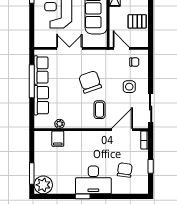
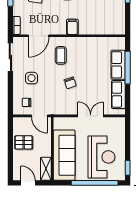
double door: (69, 48) -> (91, 116), swing flipped
window: (32, 81) -> (128, 68), moved
chair: (90, 82) -> (70, 83), width x0.54, depth x0.54
plant: (60, 124) -> (100, 41), removed
filing cabinet: (58, 139) -> (72, 27), moved

